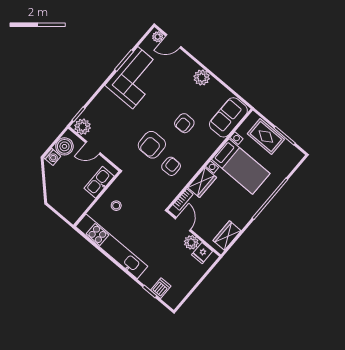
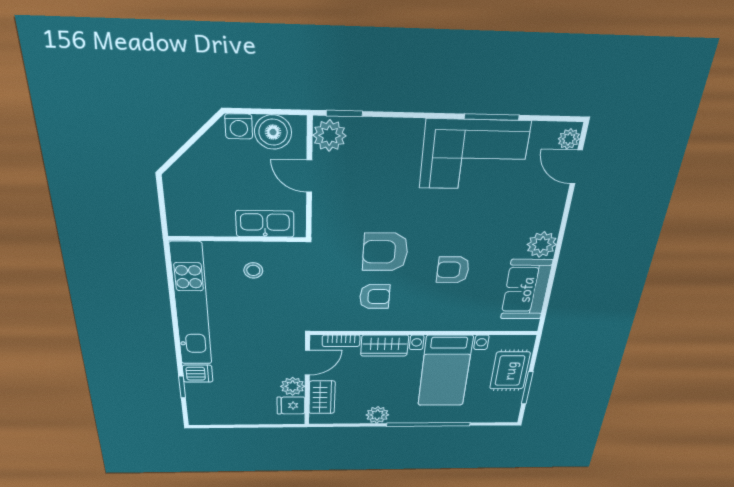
sofa: (228, 117) -> (526, 290), moved, turned -90
plant: (242, 218) -> (377, 415), added
wardrobe: (227, 236) -> (322, 397), moved, turned 90
dishwasher: (161, 288) -> (198, 374), moved

